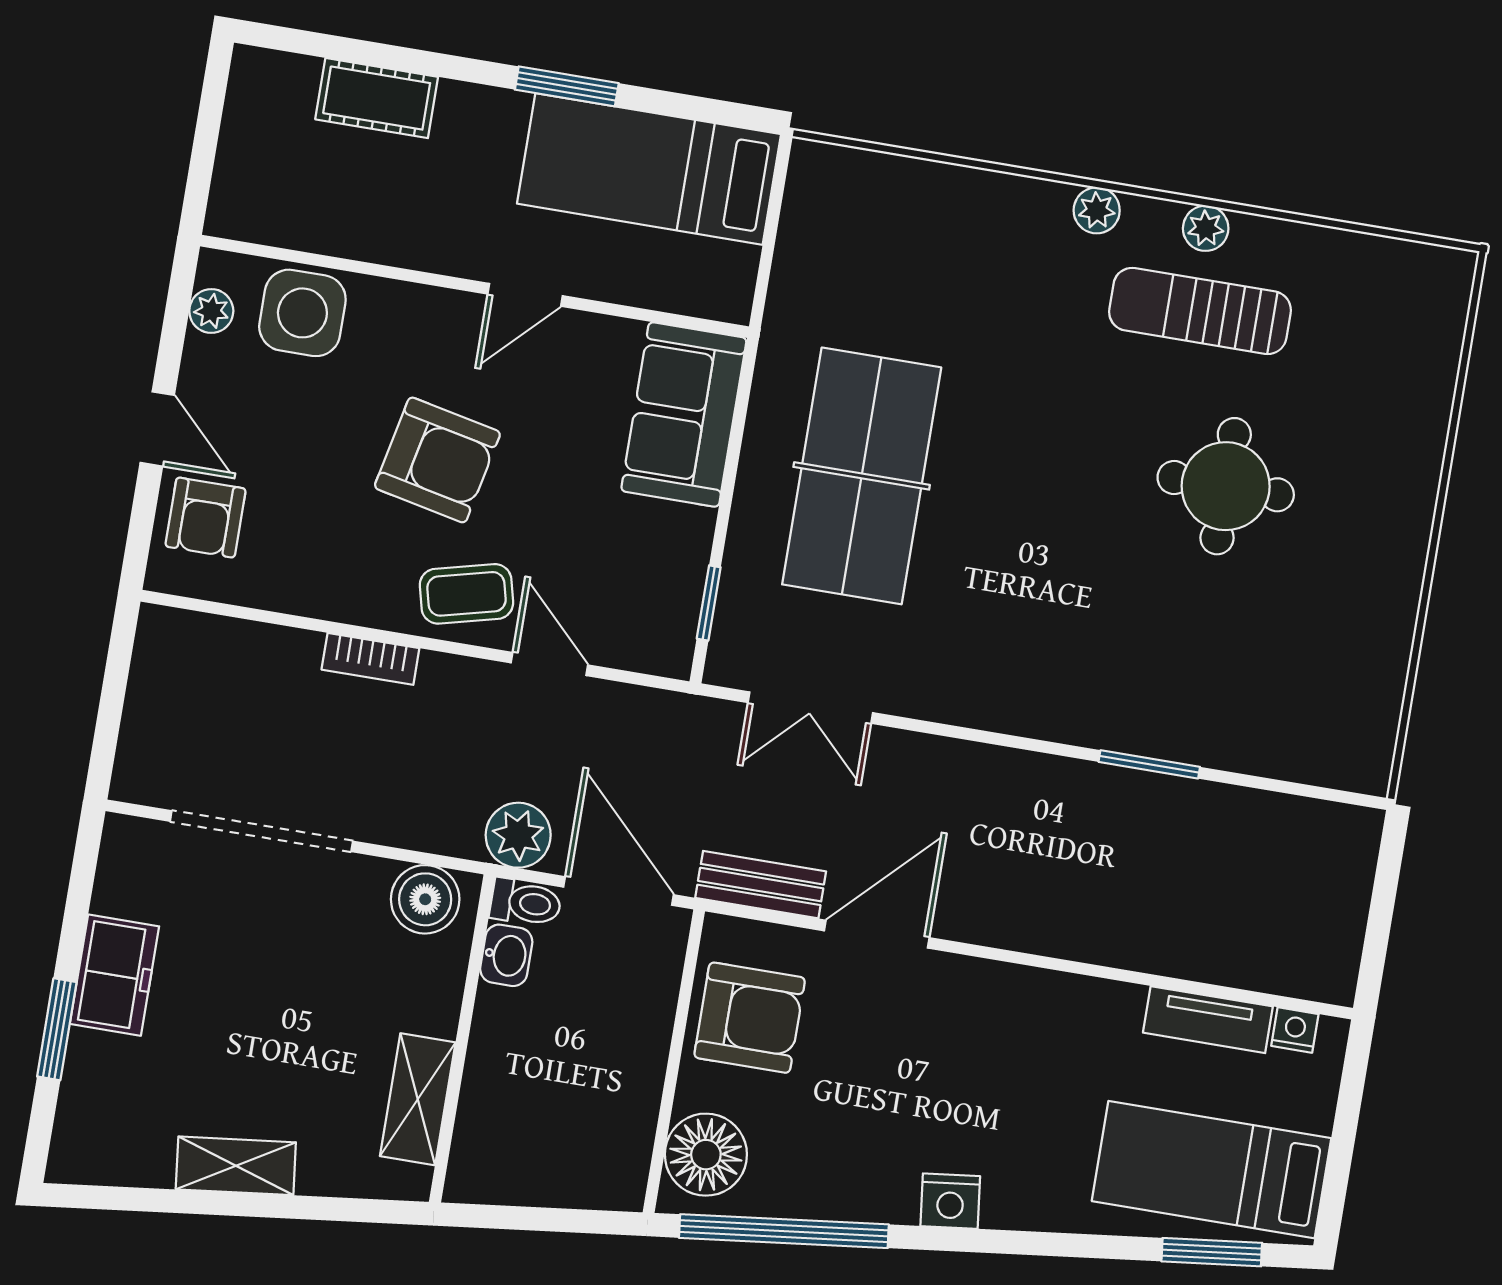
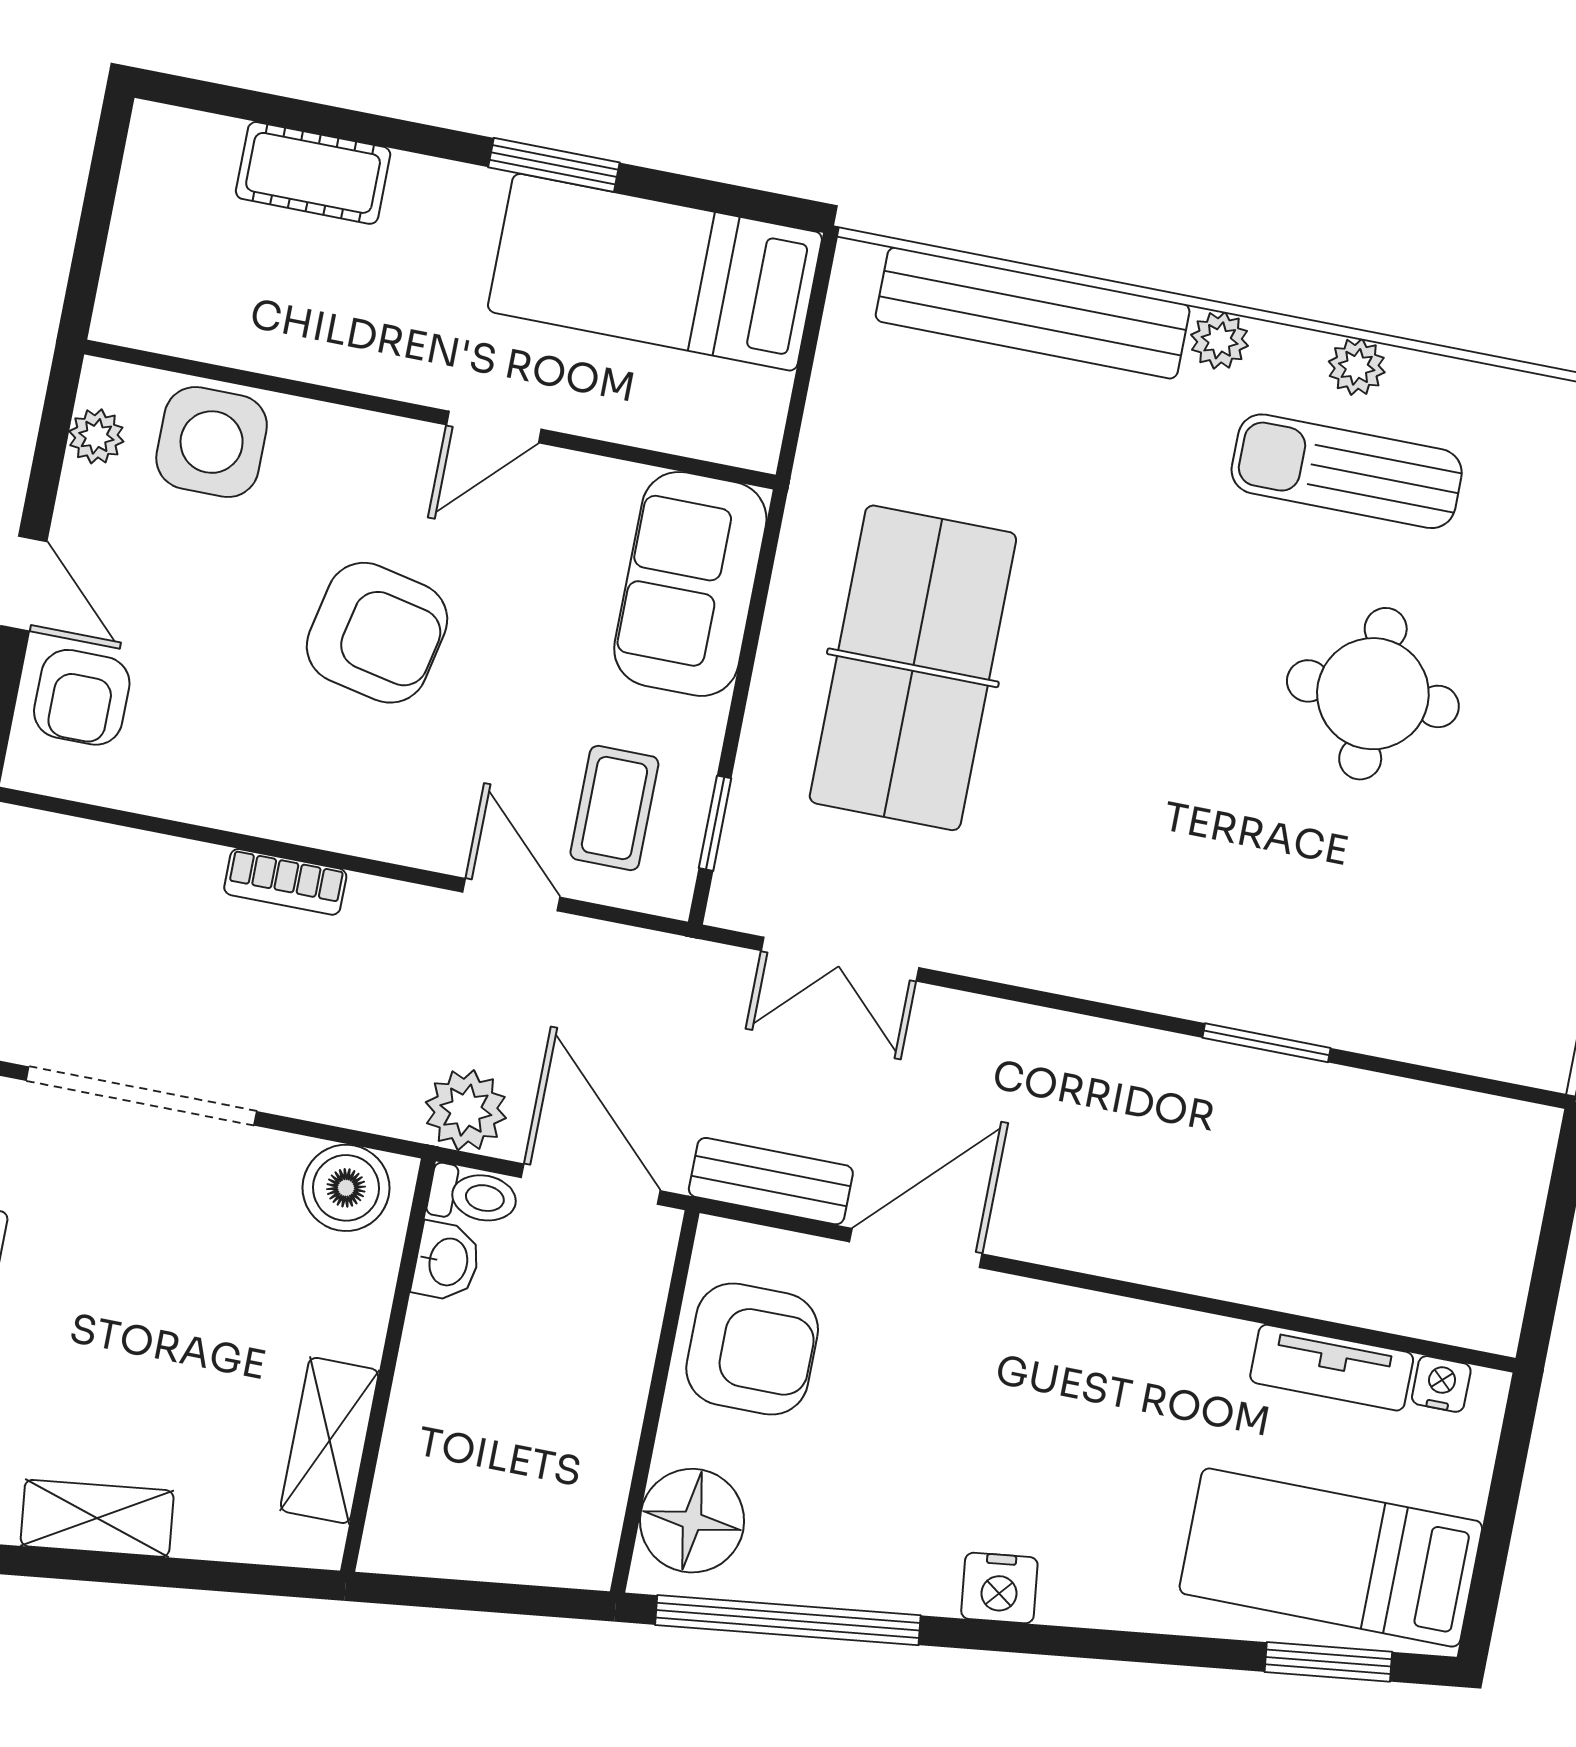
bench: (948, 193) -> (1033, 313), added
coffee table: (466, 594) -> (614, 808), moved, turned -76

